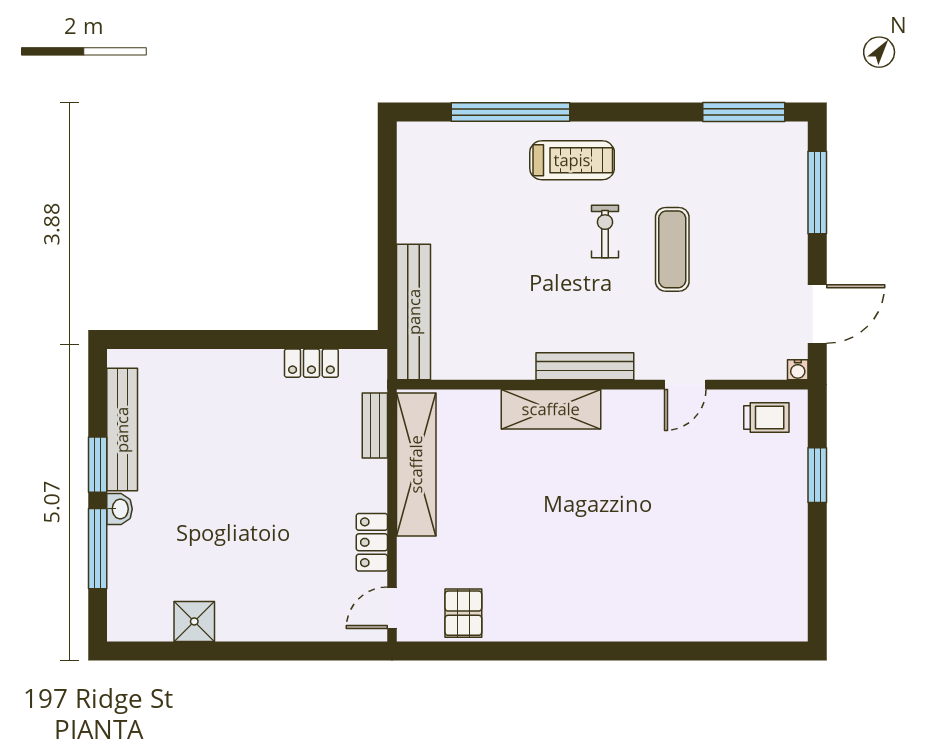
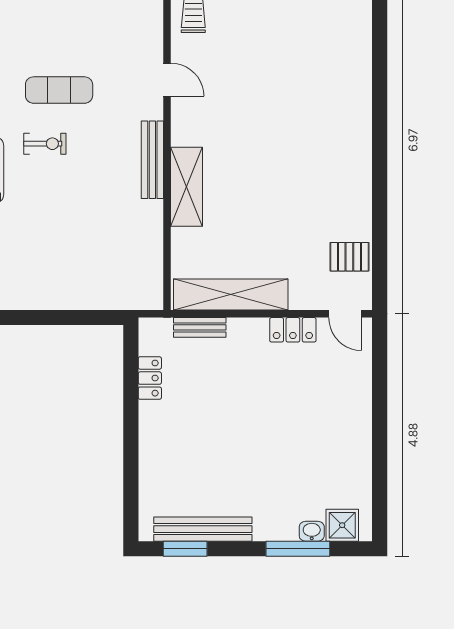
exercise bike: (605, 232) -> (45, 144), turned 180
bench: (414, 312) -> (109, 297), removed
window: (98, 465) -> (185, 549), moved
washbasin: (120, 509) -> (312, 531), moved
shower: (194, 621) -> (342, 525), moved

